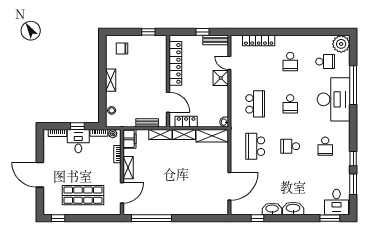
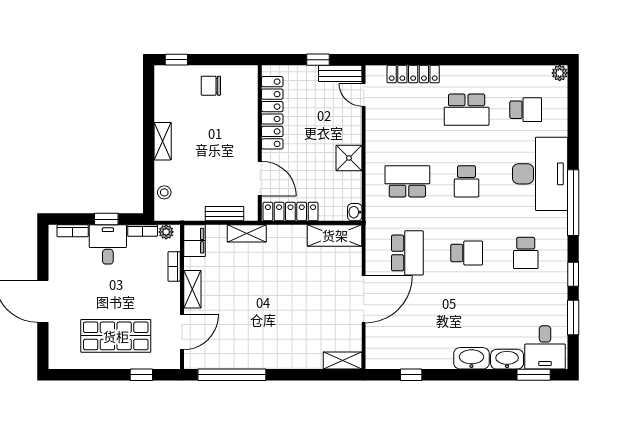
window: (148, 32) -> (176, 60), moved
plant: (341, 44) -> (560, 73), width x0.53, depth x0.53
chair: (122, 49) -> (211, 86), moved
school desk: (290, 62) -> (467, 110), width x1.85
door: (229, 63) -> (364, 95), moved
shower: (221, 78) -> (349, 158), moved
window: (353, 85) -> (573, 203), moved
school desk: (255, 104) -> (407, 181), turned -90
locker: (186, 122) -> (290, 212), width x1.53
shelving: (184, 135) -> (343, 361), moved
school desk: (255, 146) -> (407, 253), turned 180
school desk: (290, 146) -> (467, 253), turned 180
door: (229, 186) -> (364, 299), moved
washbasin: (272, 209) -> (507, 359), moved
window: (58, 218) -> (141, 375), moved

